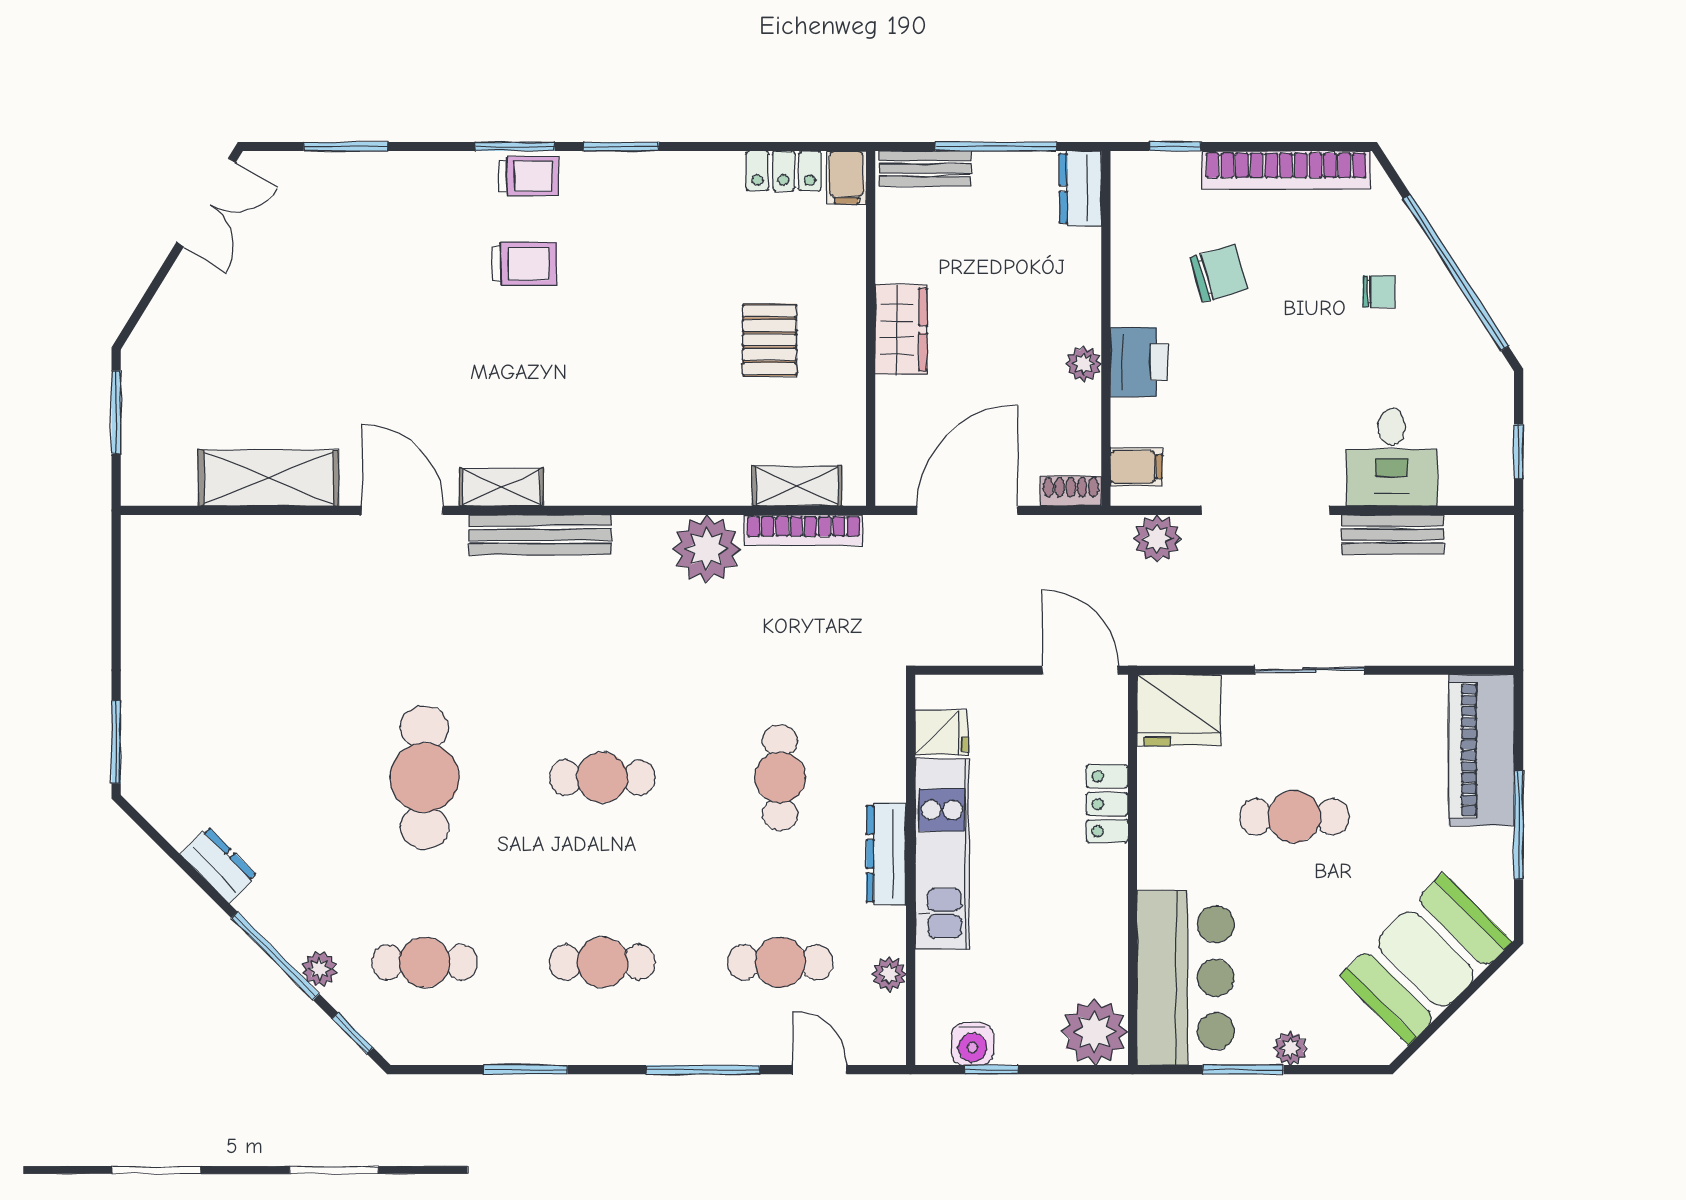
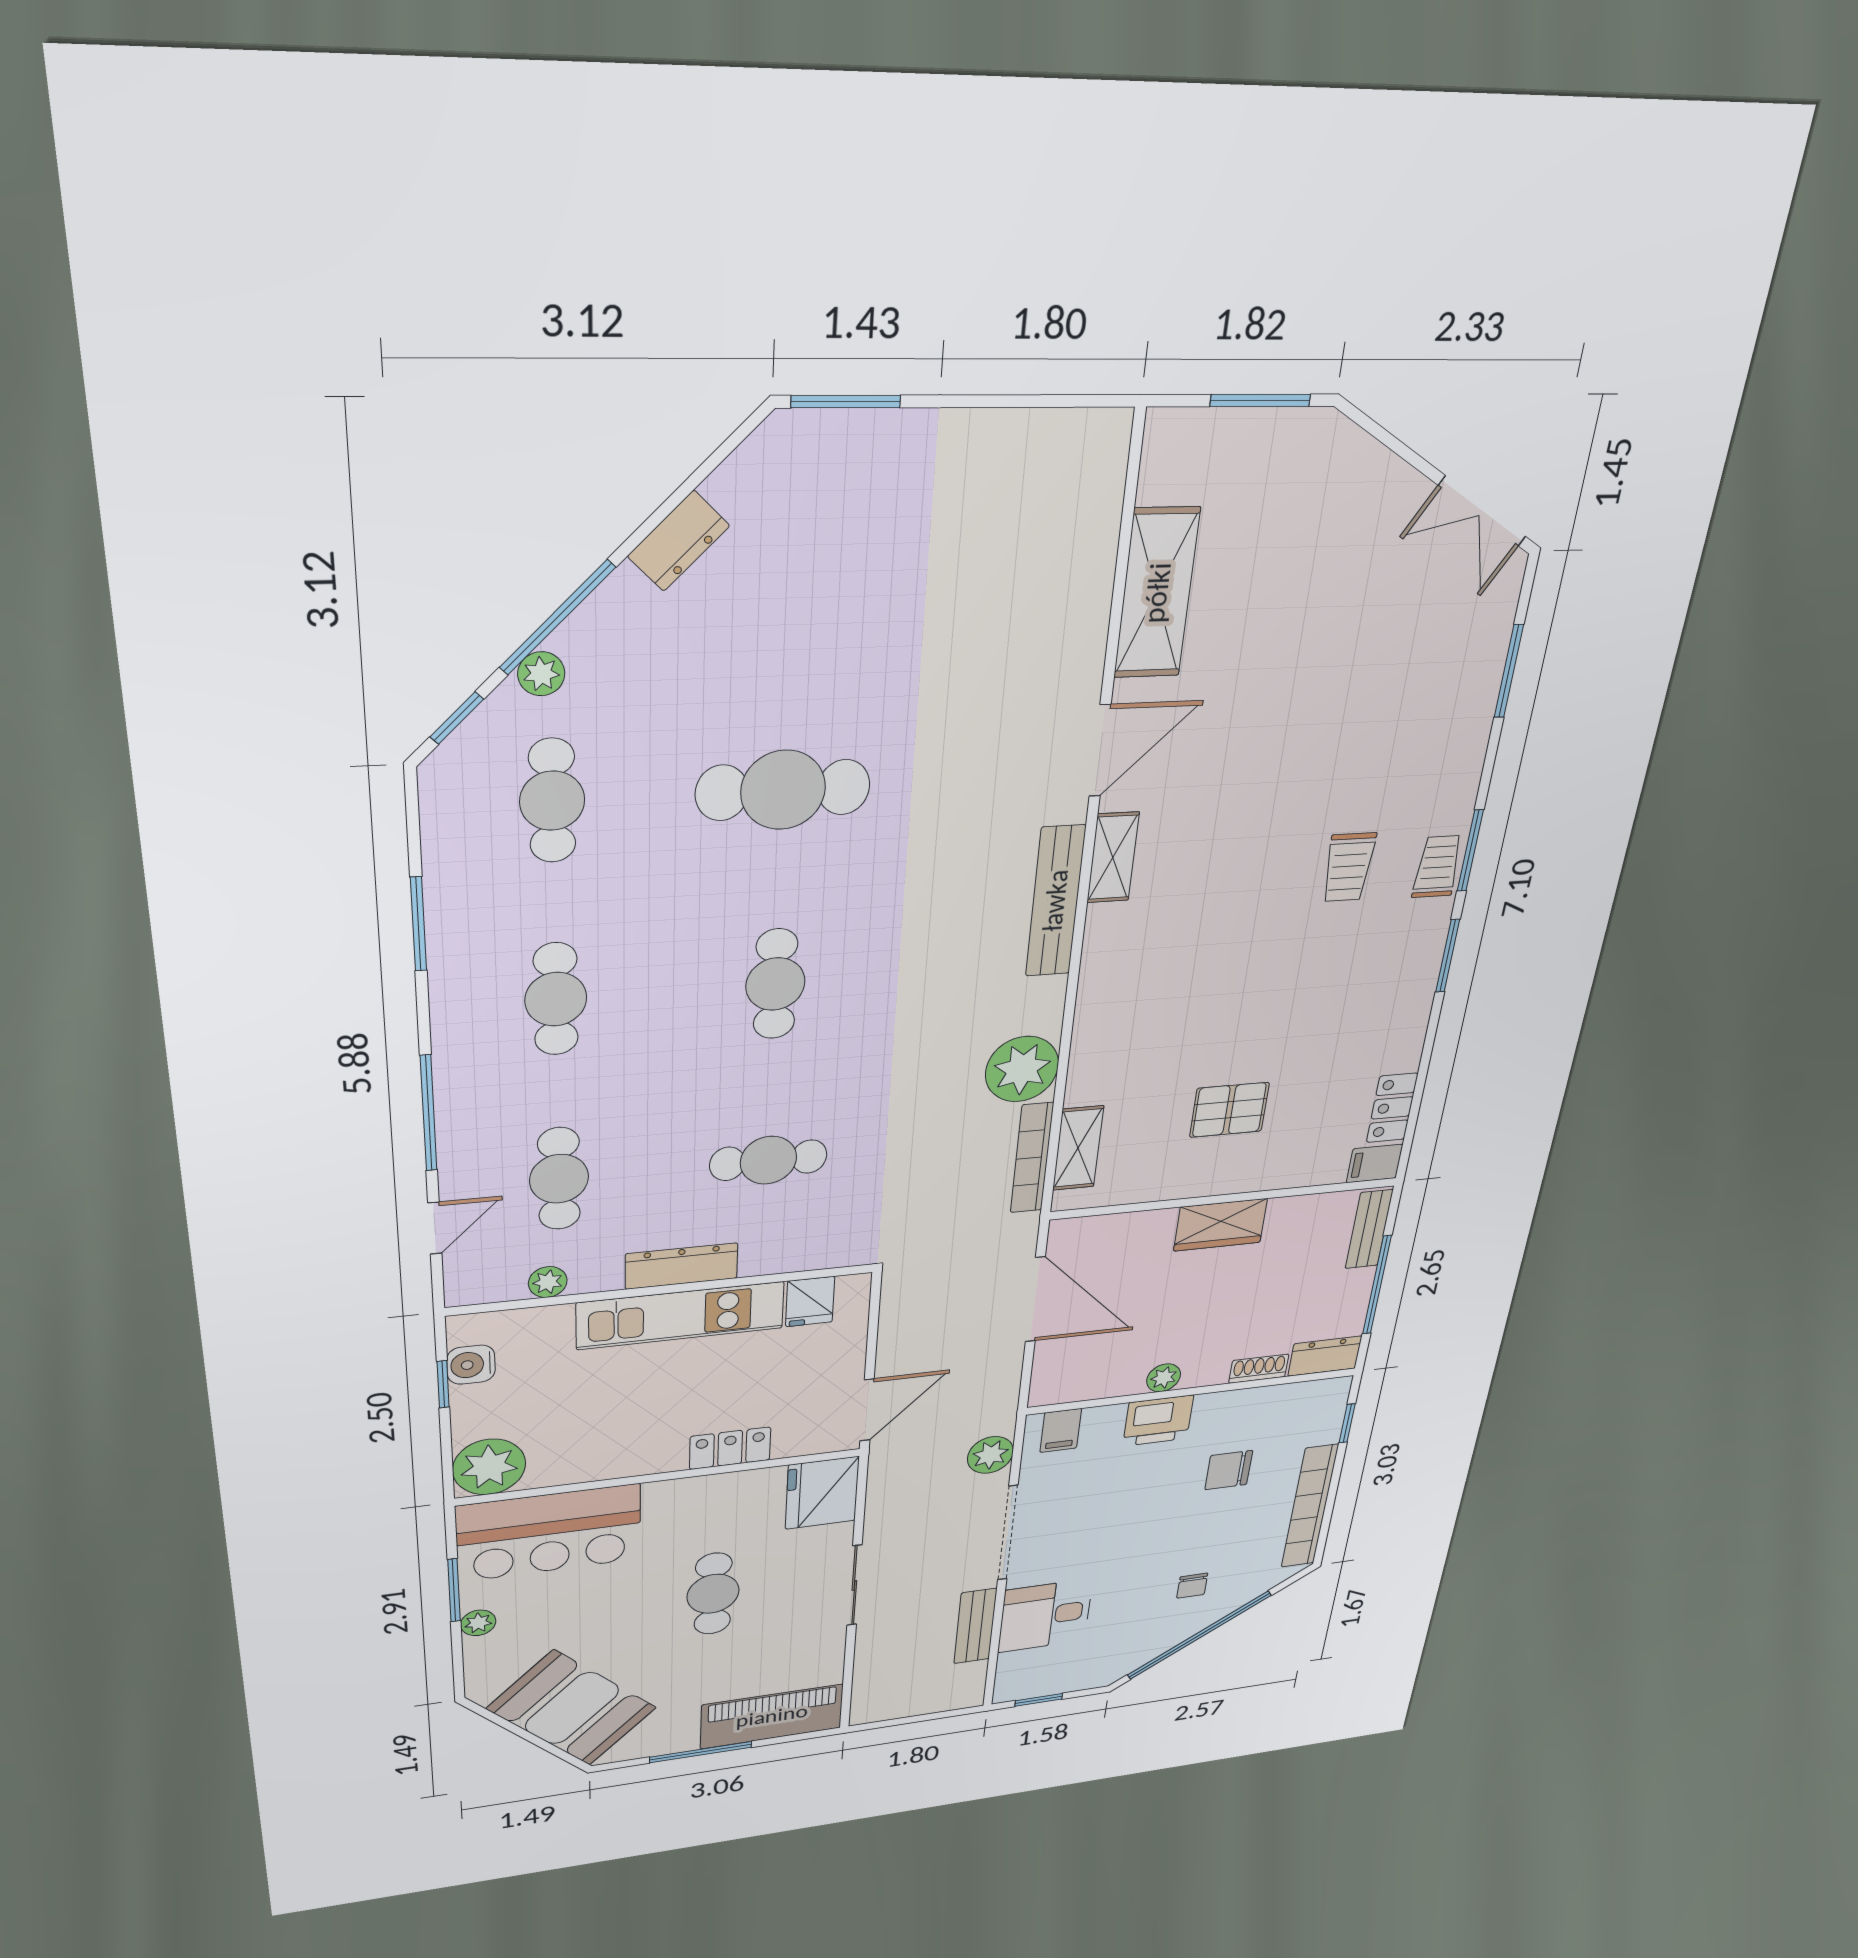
trolley: (529, 176) -> (1437, 867), turned 180
chair: (1219, 273) -> (1229, 1470), turned 107
shoe rack: (1071, 491) -> (1259, 1369), moved, turned -90

